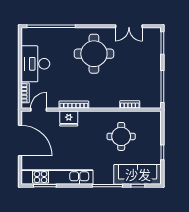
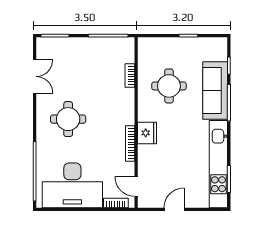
round table: (94, 54) -> (68, 119), width x0.73, depth x0.73
desk: (35, 64) -> (72, 185), width x1.36, depth x1.30
fridge: (69, 118) -> (147, 133), moved
door: (20, 141) -> (174, 209), width x0.53
sofa: (138, 174) -> (215, 90), moved

